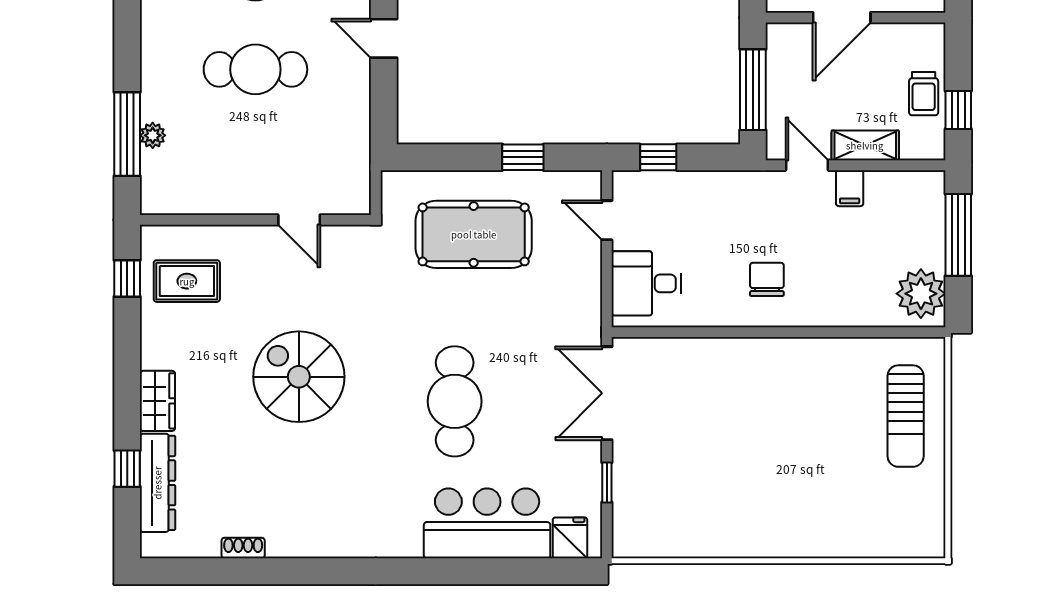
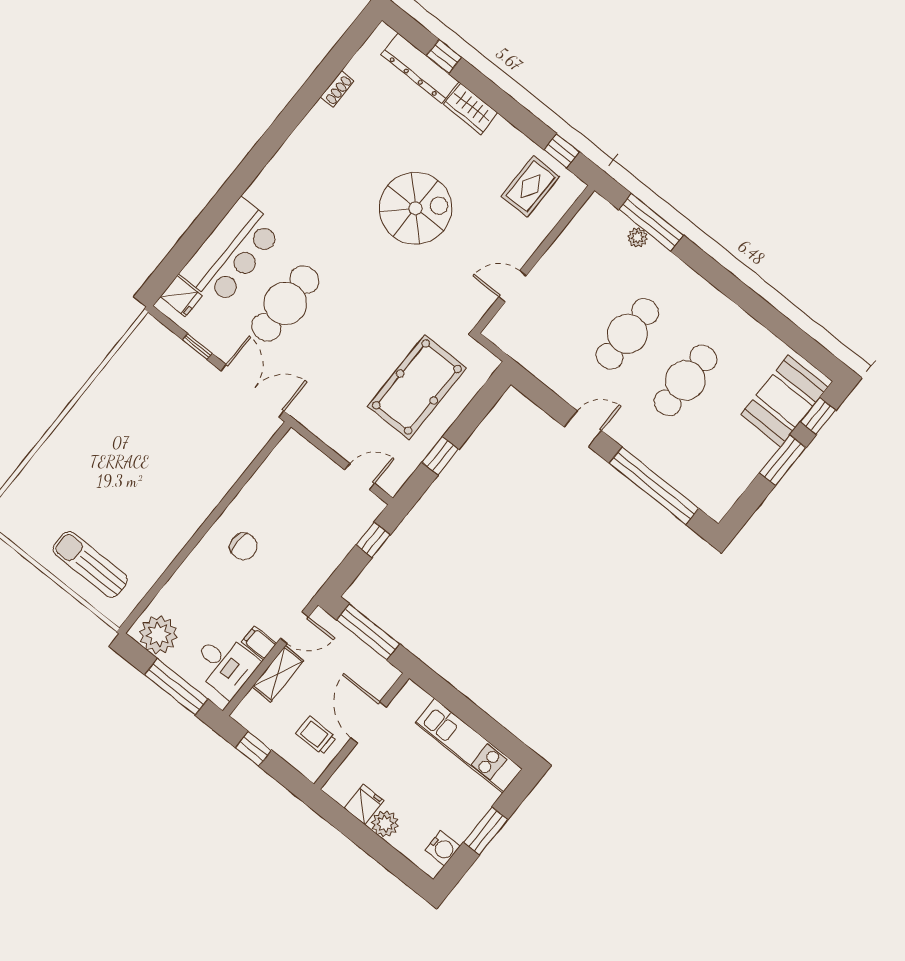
trolley: (924, 94) -> (316, 736), moved
desk: (646, 283) -> (225, 665), moved, turned 90
cafe table: (455, 401) -> (285, 303), moved, turned 90

